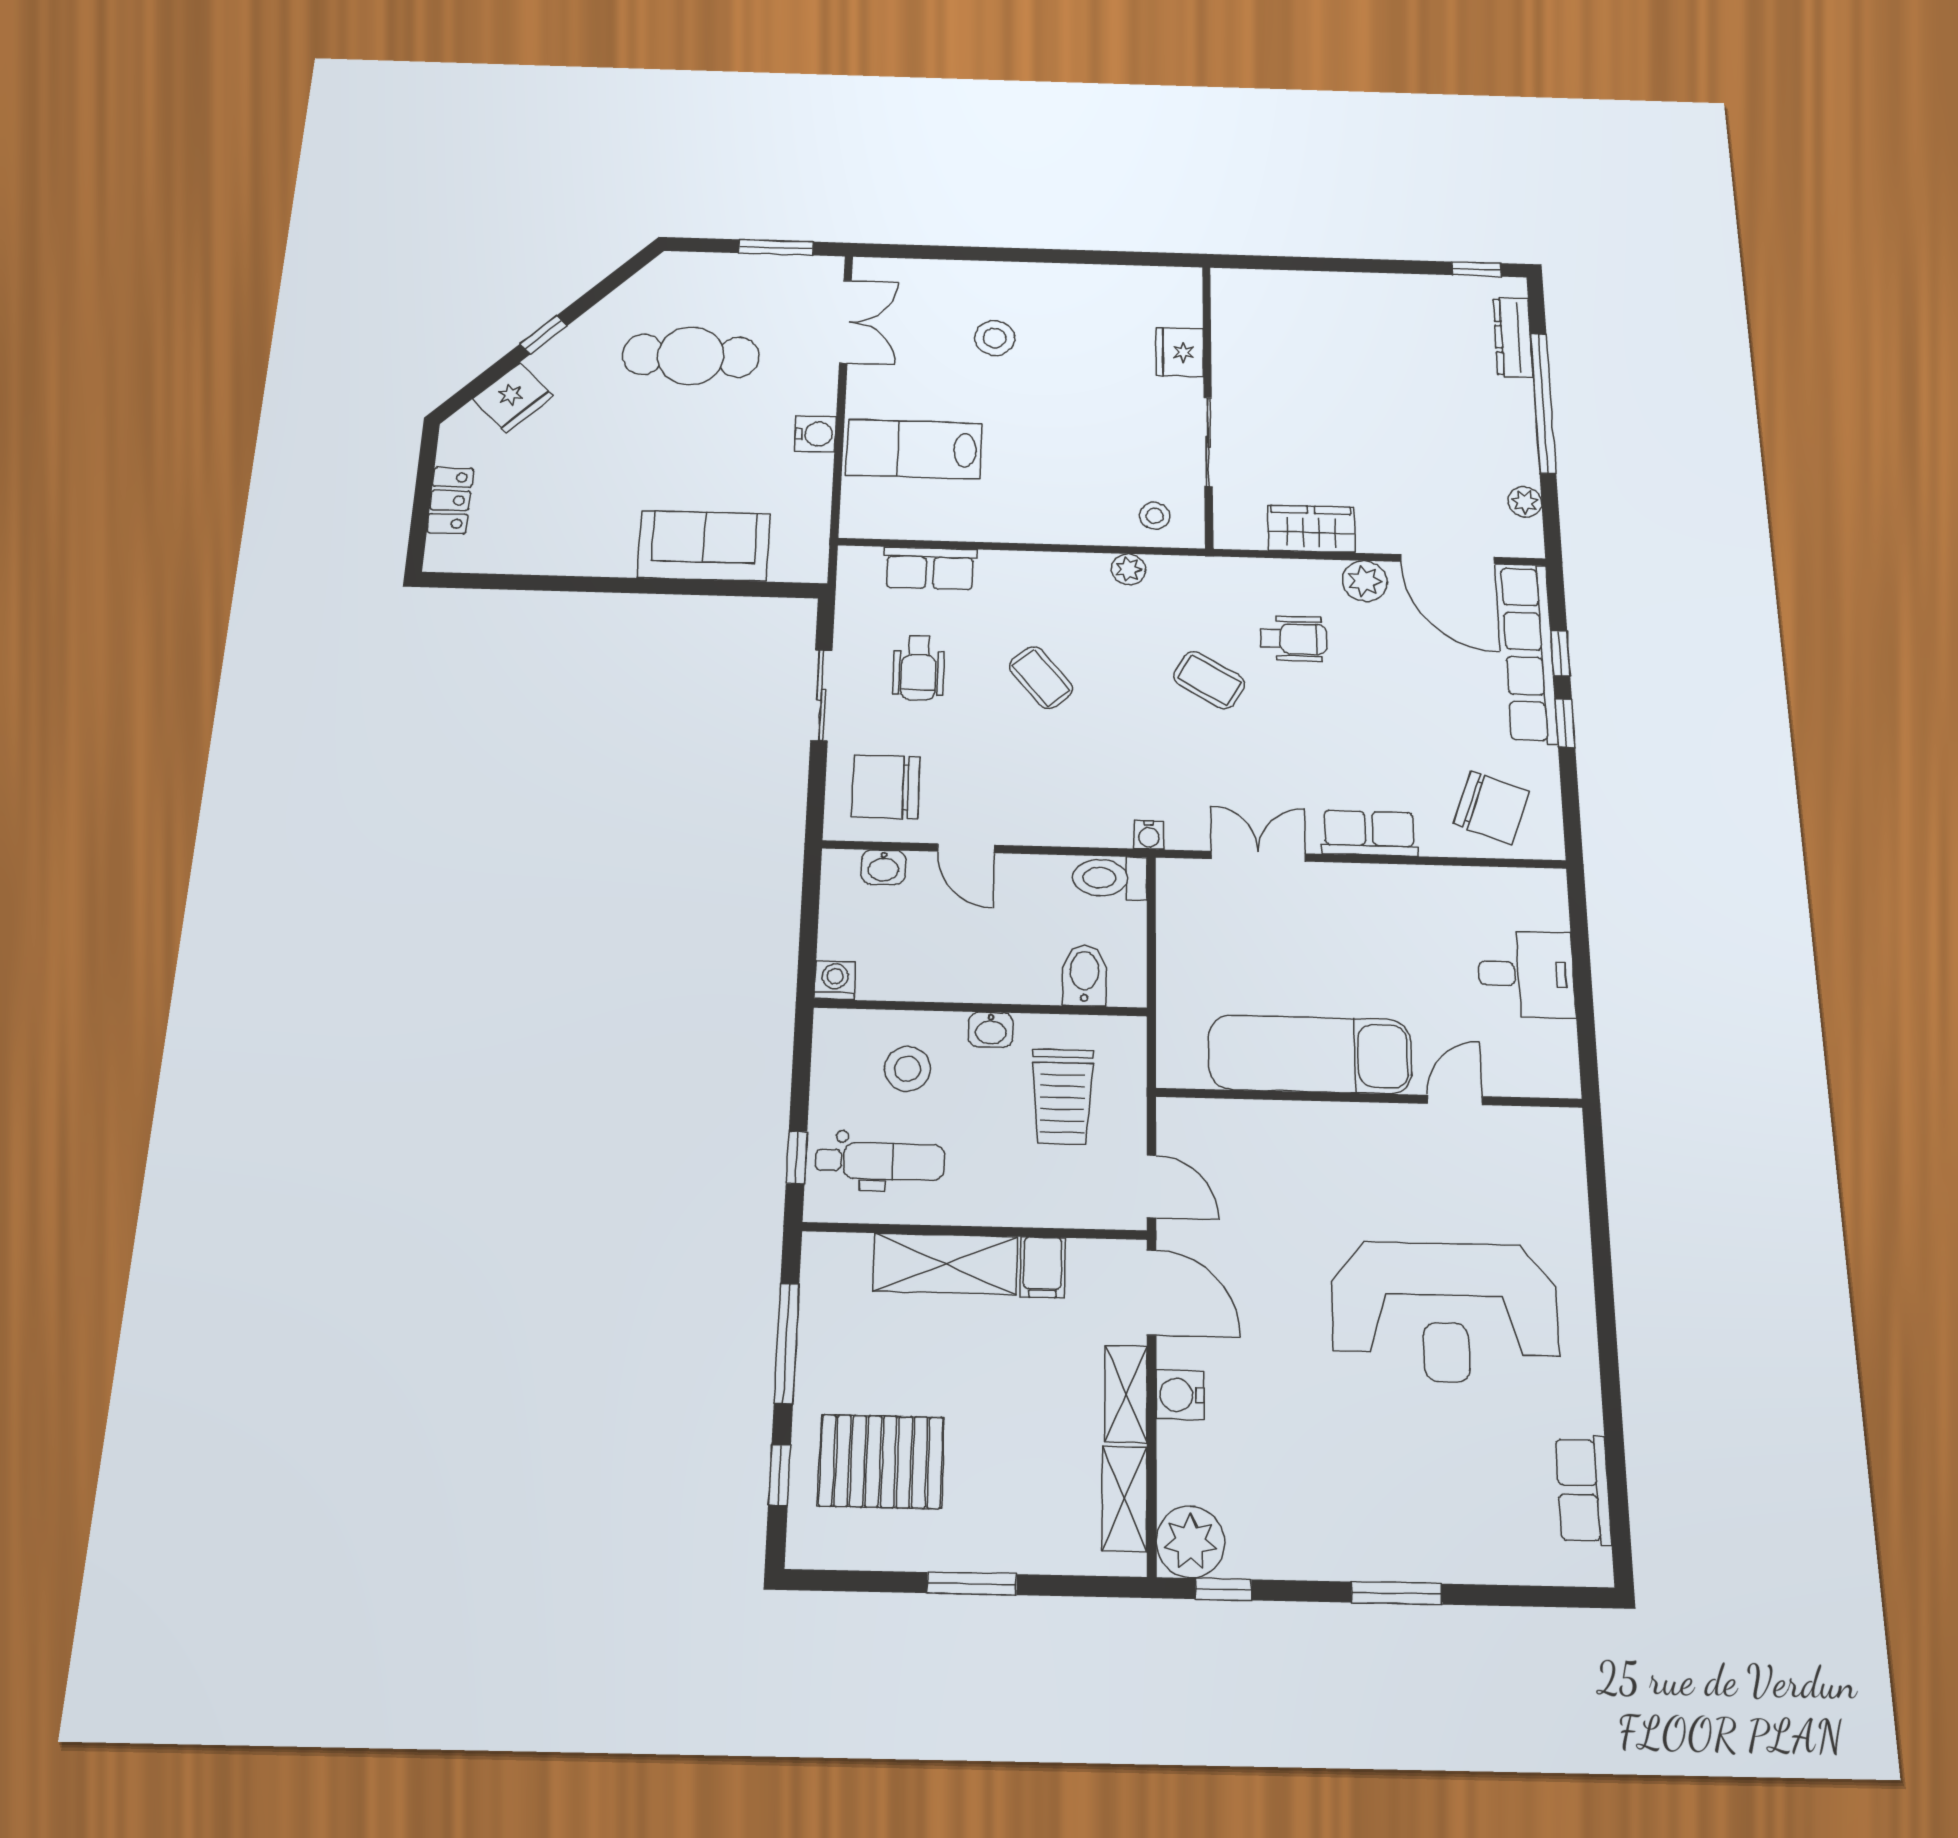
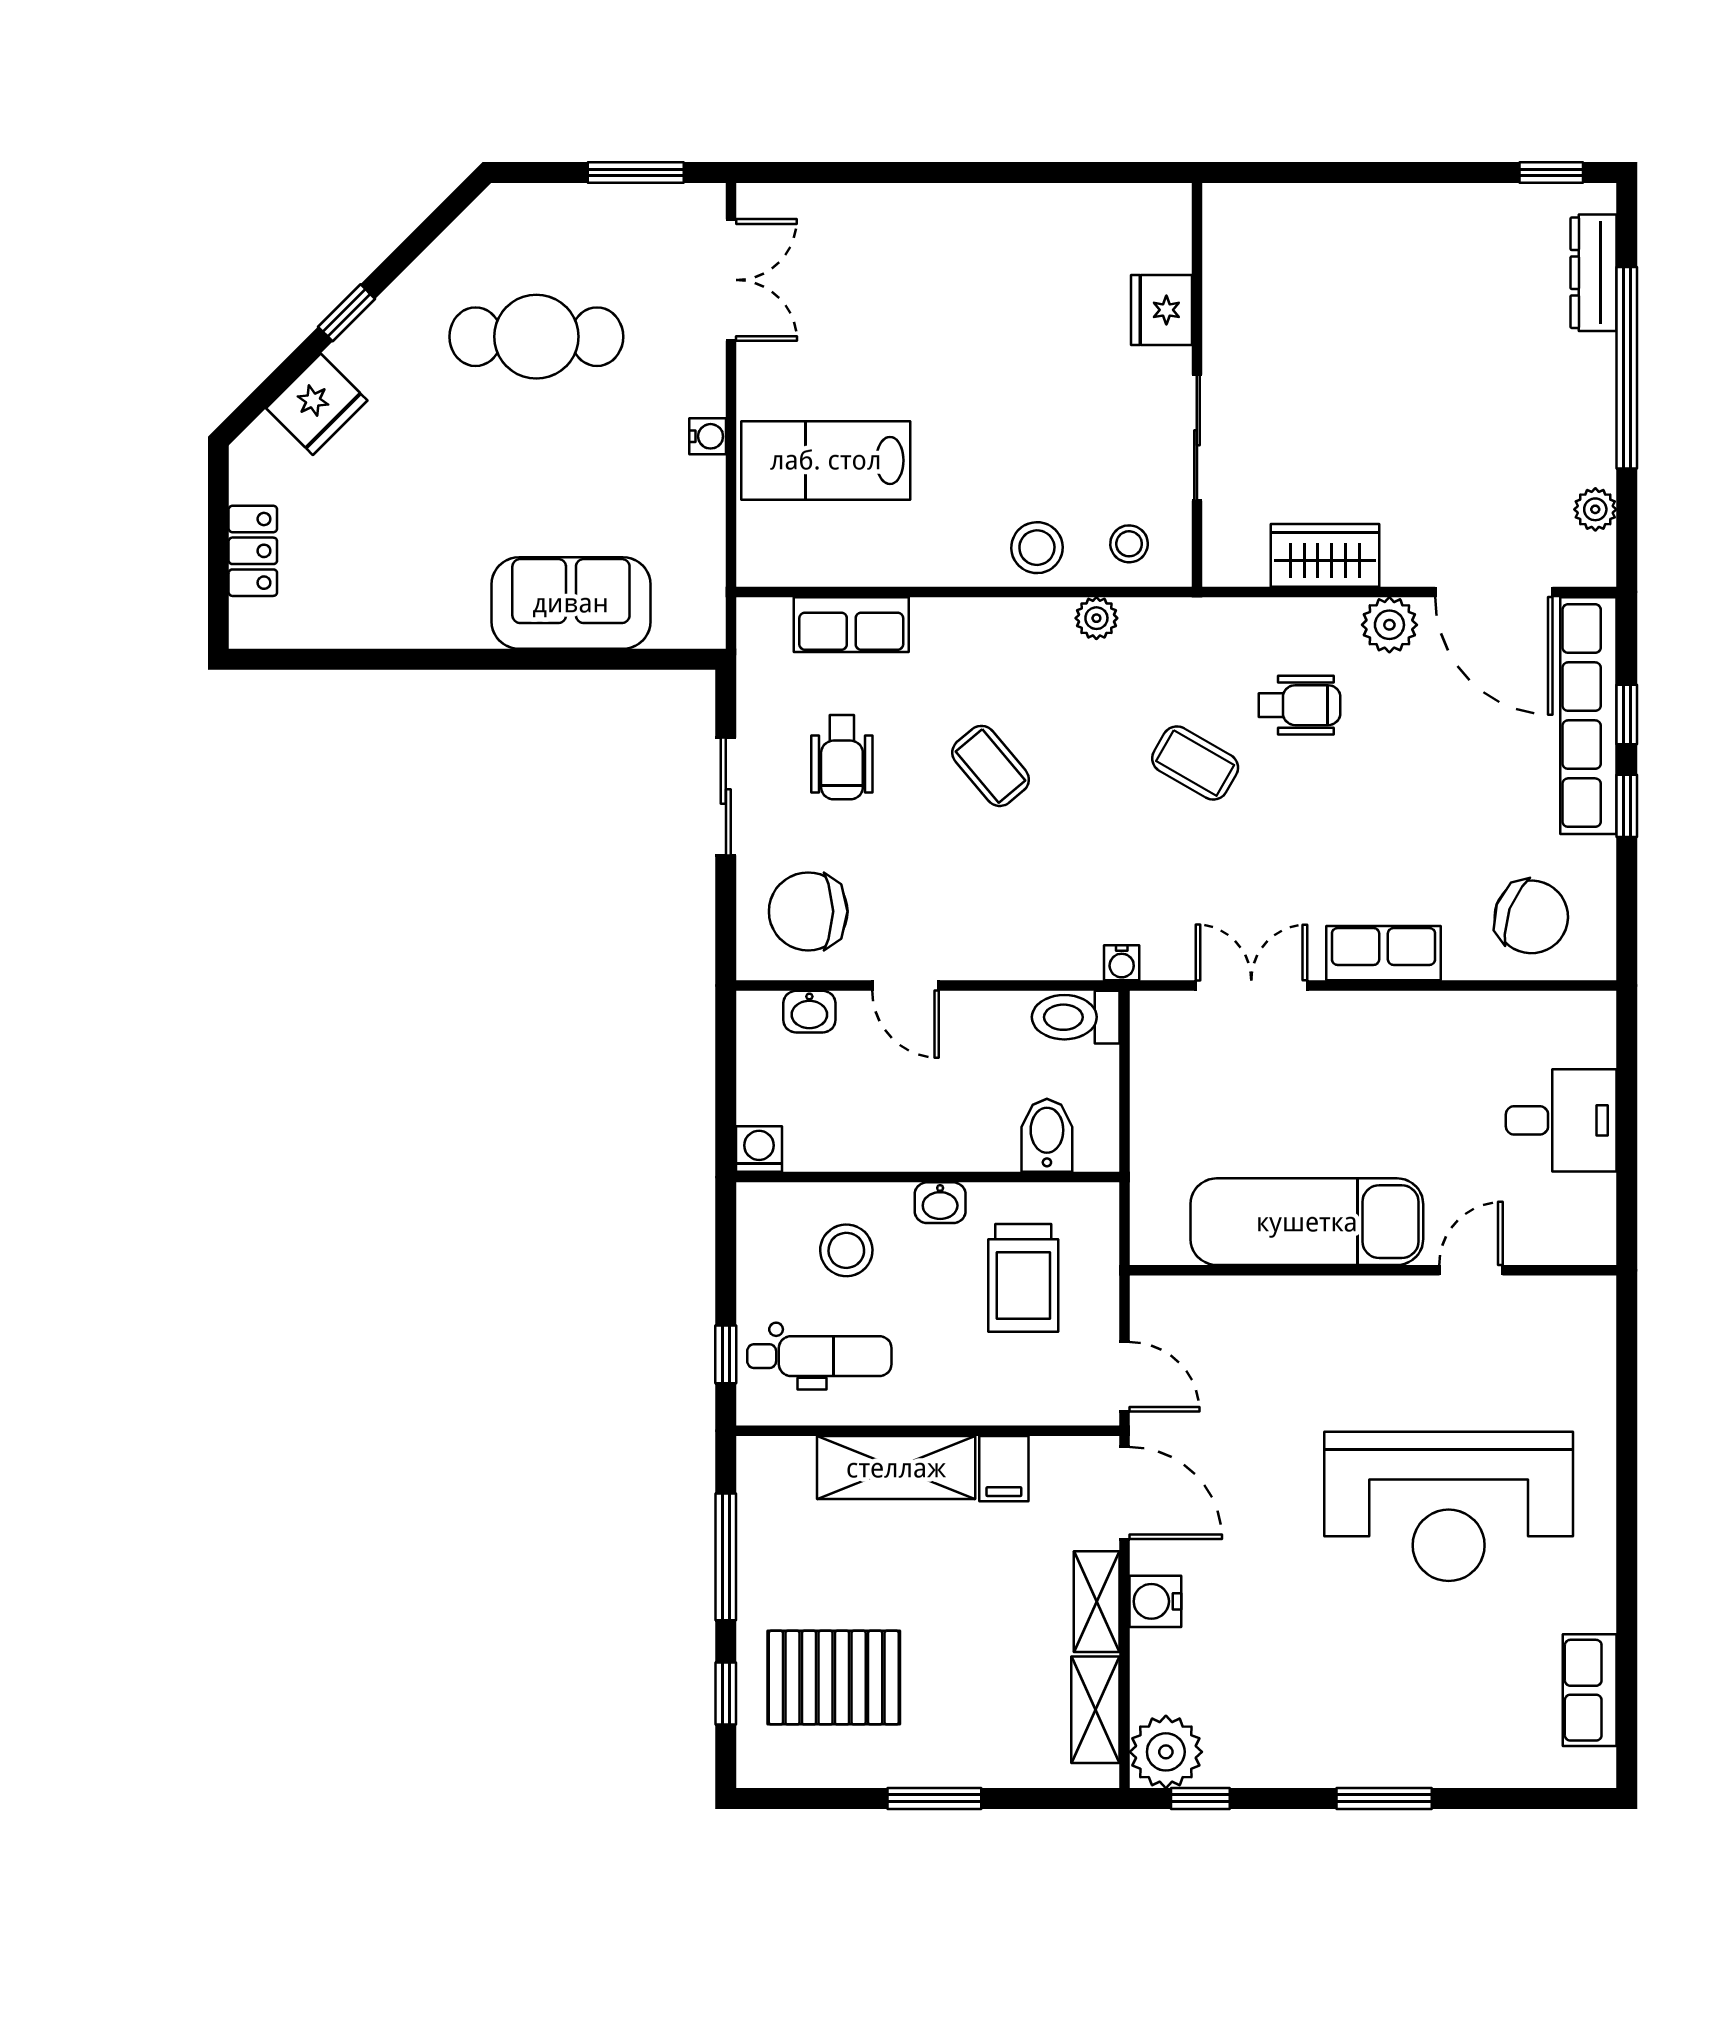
stool: (995, 338) -> (1037, 548), moved
water cooler: (815, 434) -> (708, 436), width x0.72, depth x0.72

